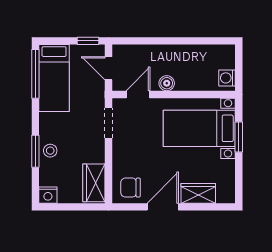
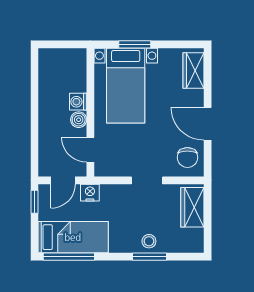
washing machine: (227, 78) -> (78, 102), moved, turned 90
doorway: (109, 123) -> (147, 180), moved
wardrobe: (94, 183) -> (192, 207), moved, turned 90
wardrobe: (198, 193) -> (193, 71), moved
nightstand: (48, 195) -> (90, 193), moved, turned -90

